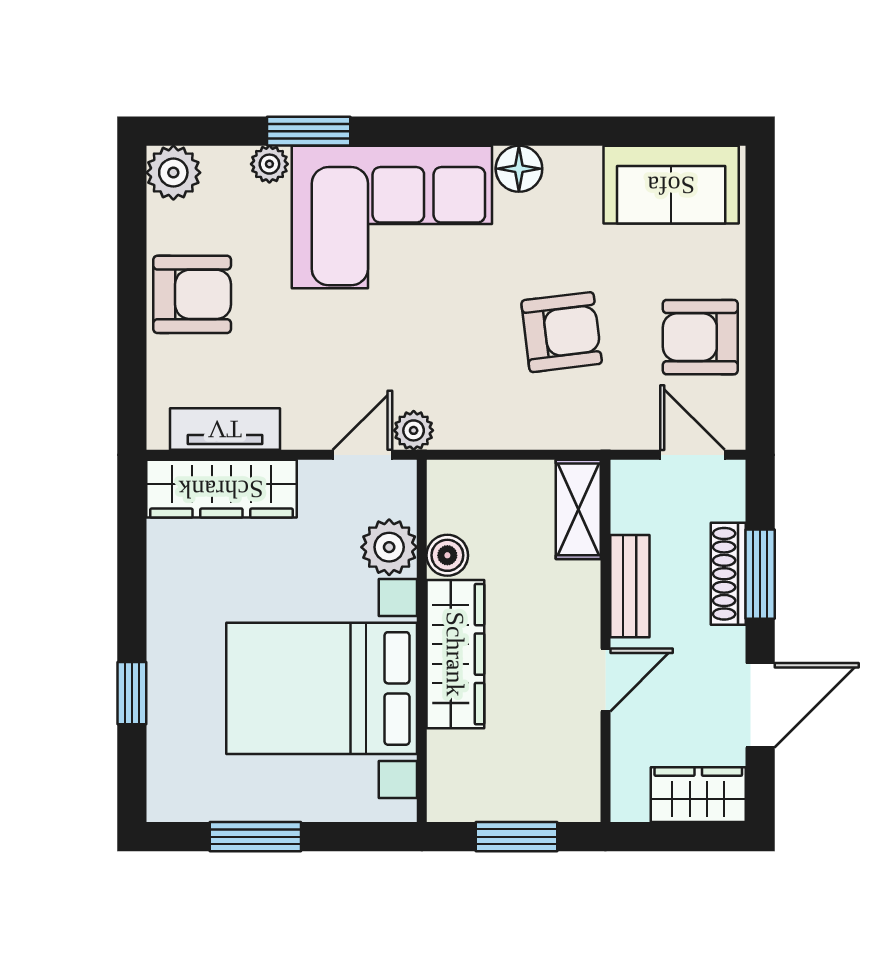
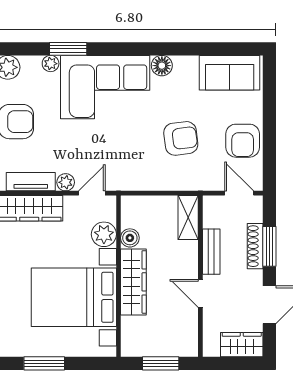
armchair: (700, 337) -> (243, 141), turned -90
plant: (414, 430) -> (66, 182), moved
door: (605, 680) -> (200, 293), swing flipped

